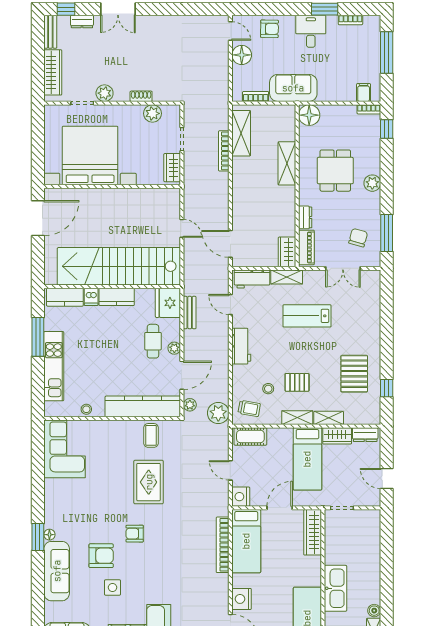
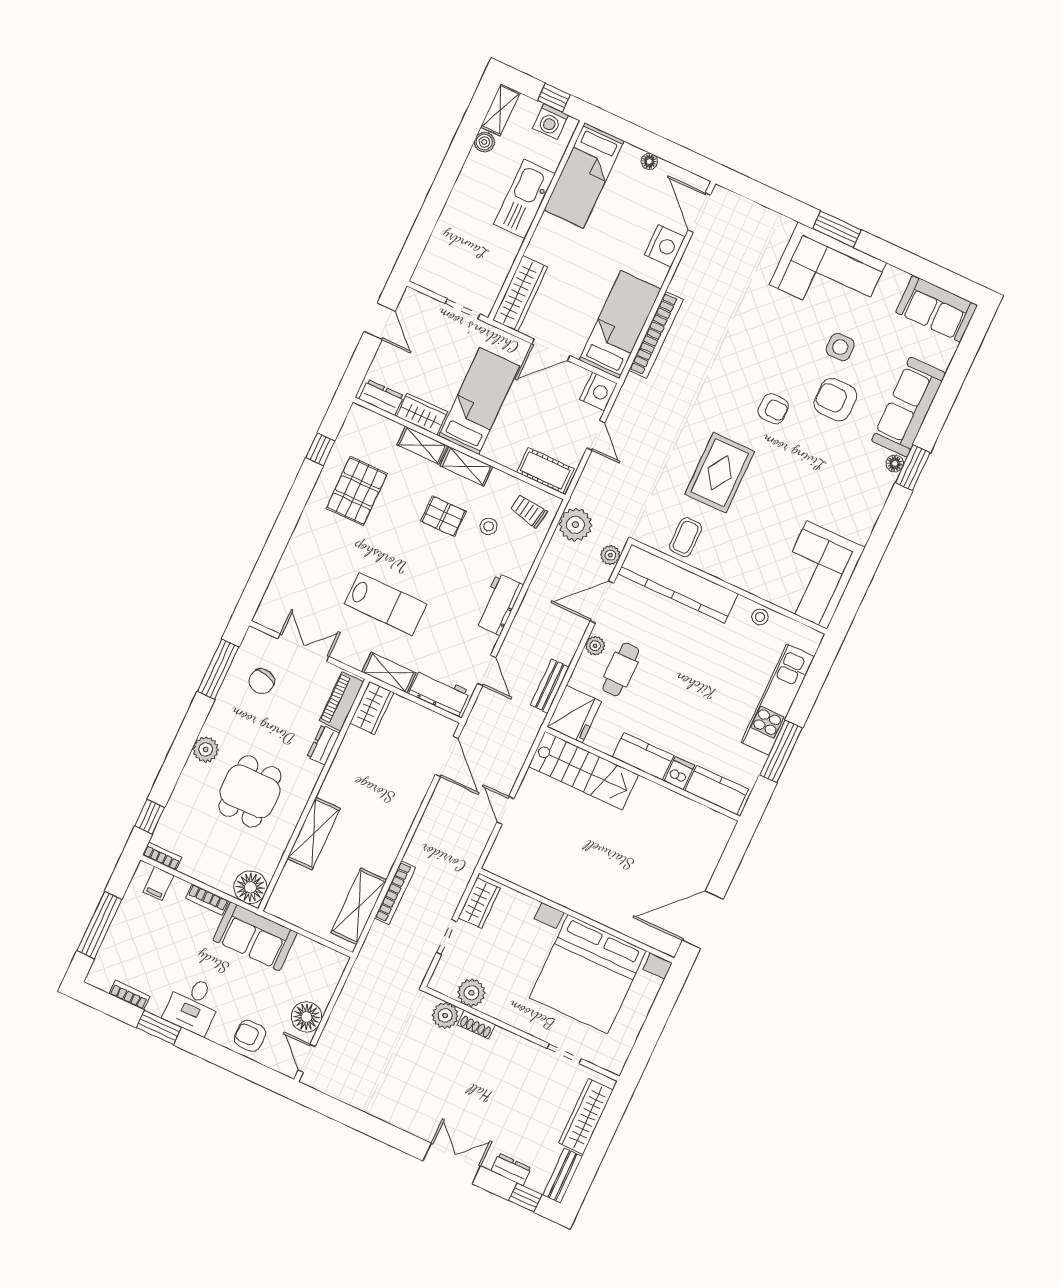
plant: (105, 93) -> (445, 1015), moved
bookcase: (256, 96) -> (207, 899), moved
stairs: (119, 266) -> (583, 771), width x0.54, depth x0.66

